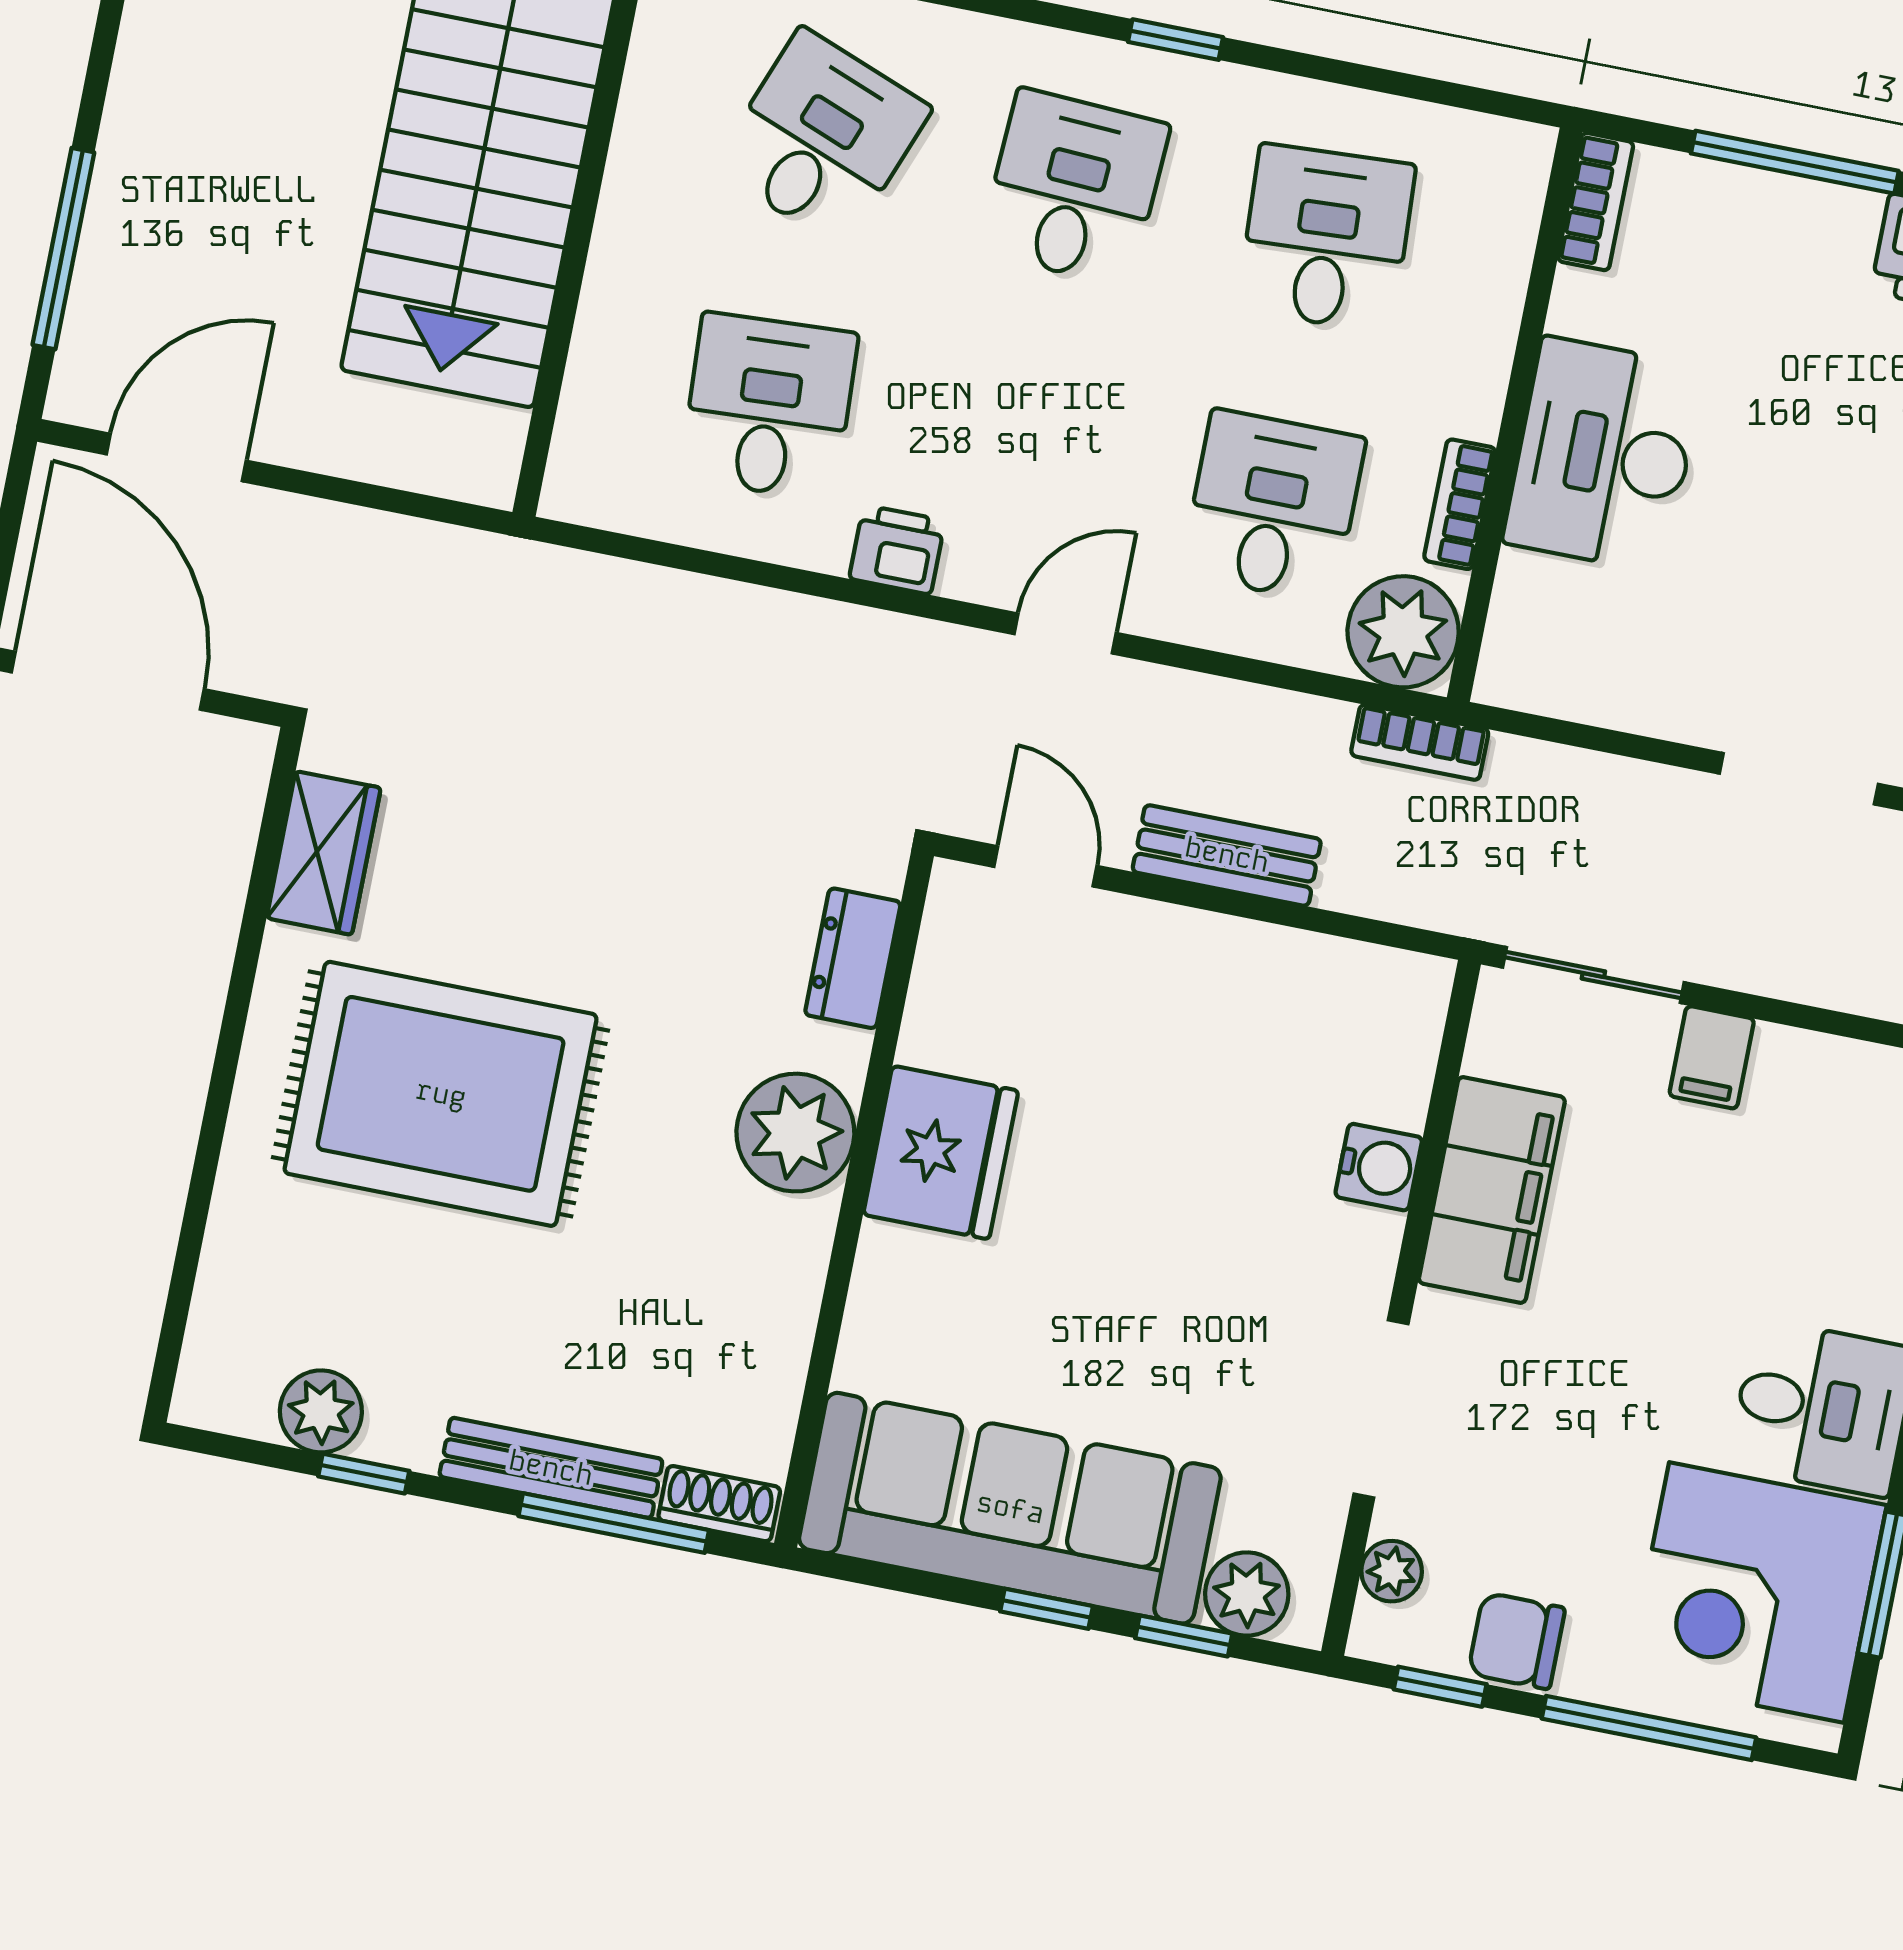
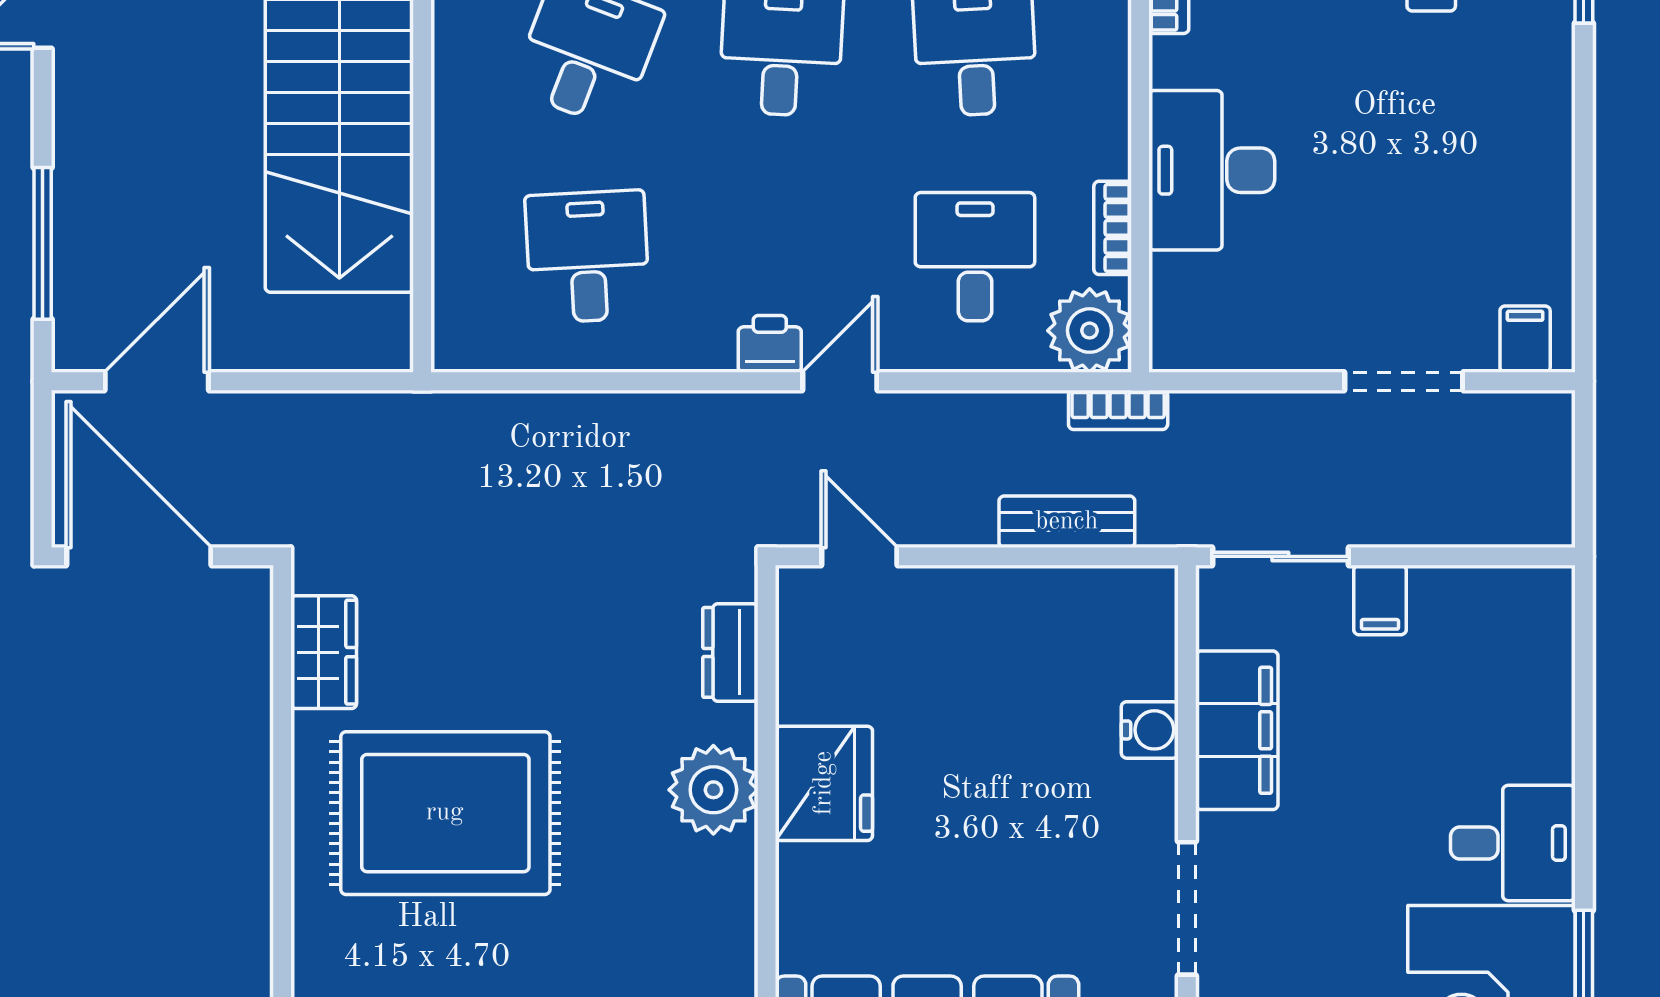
printer: (897, 550) -> (770, 344), moved
bench: (1227, 855) -> (1067, 522), moved

